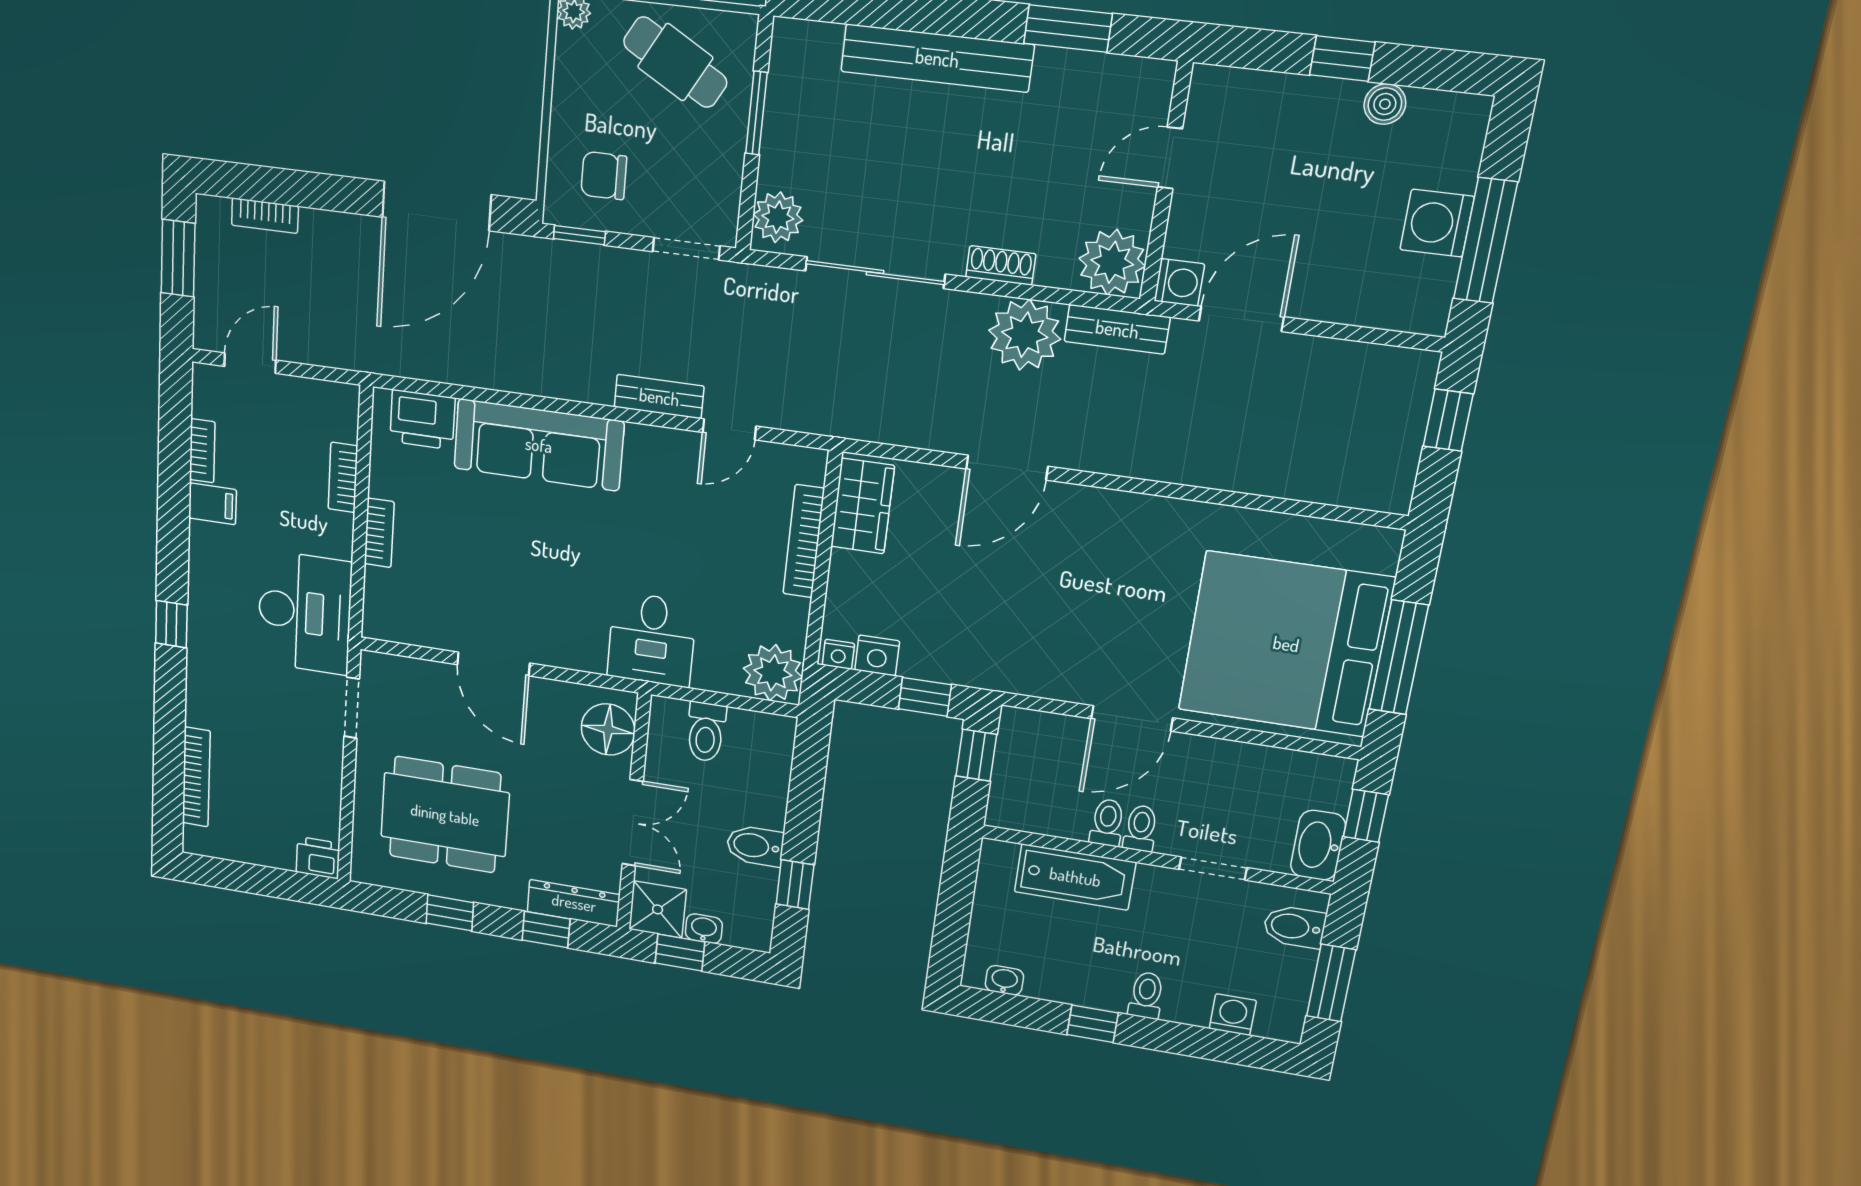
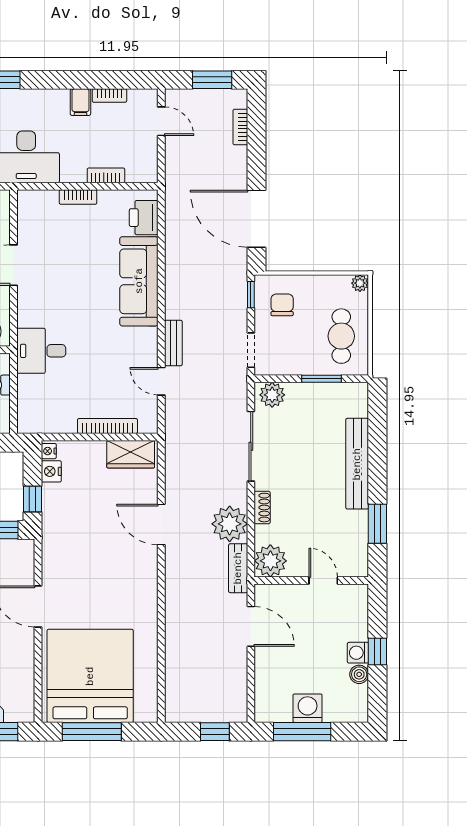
cafe table: (675, 62) -> (341, 336), turned -30
washing machine: (1179, 282) -> (358, 653), moved, turned 90
plant: (773, 673) -> (33, 418), removed

